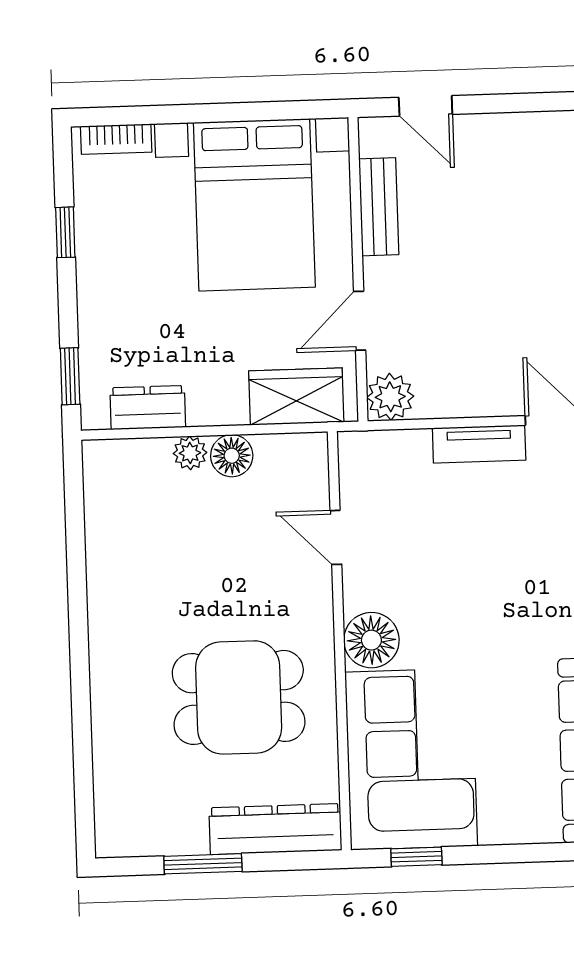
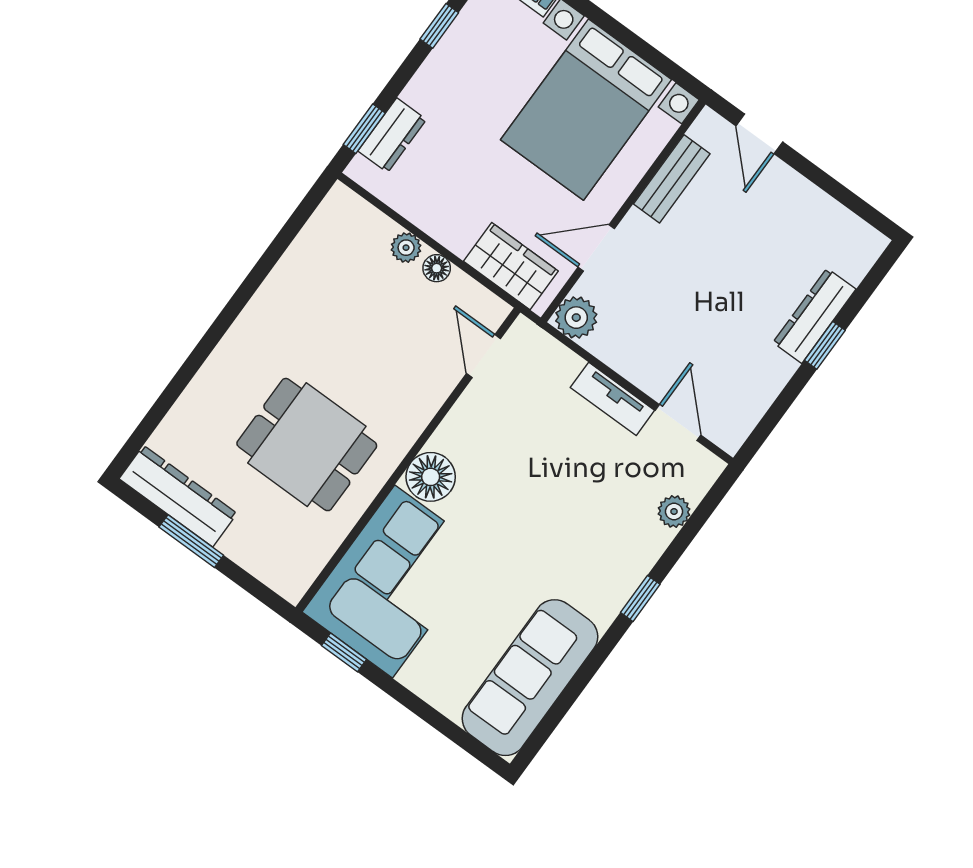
dresser: (148, 408) -> (392, 135), moved, turned 90
floor lamp: (232, 456) -> (437, 268), width x0.73, depth x0.73
door: (336, 537) -> (484, 356), moved
dresser: (275, 829) -> (178, 496), moved

